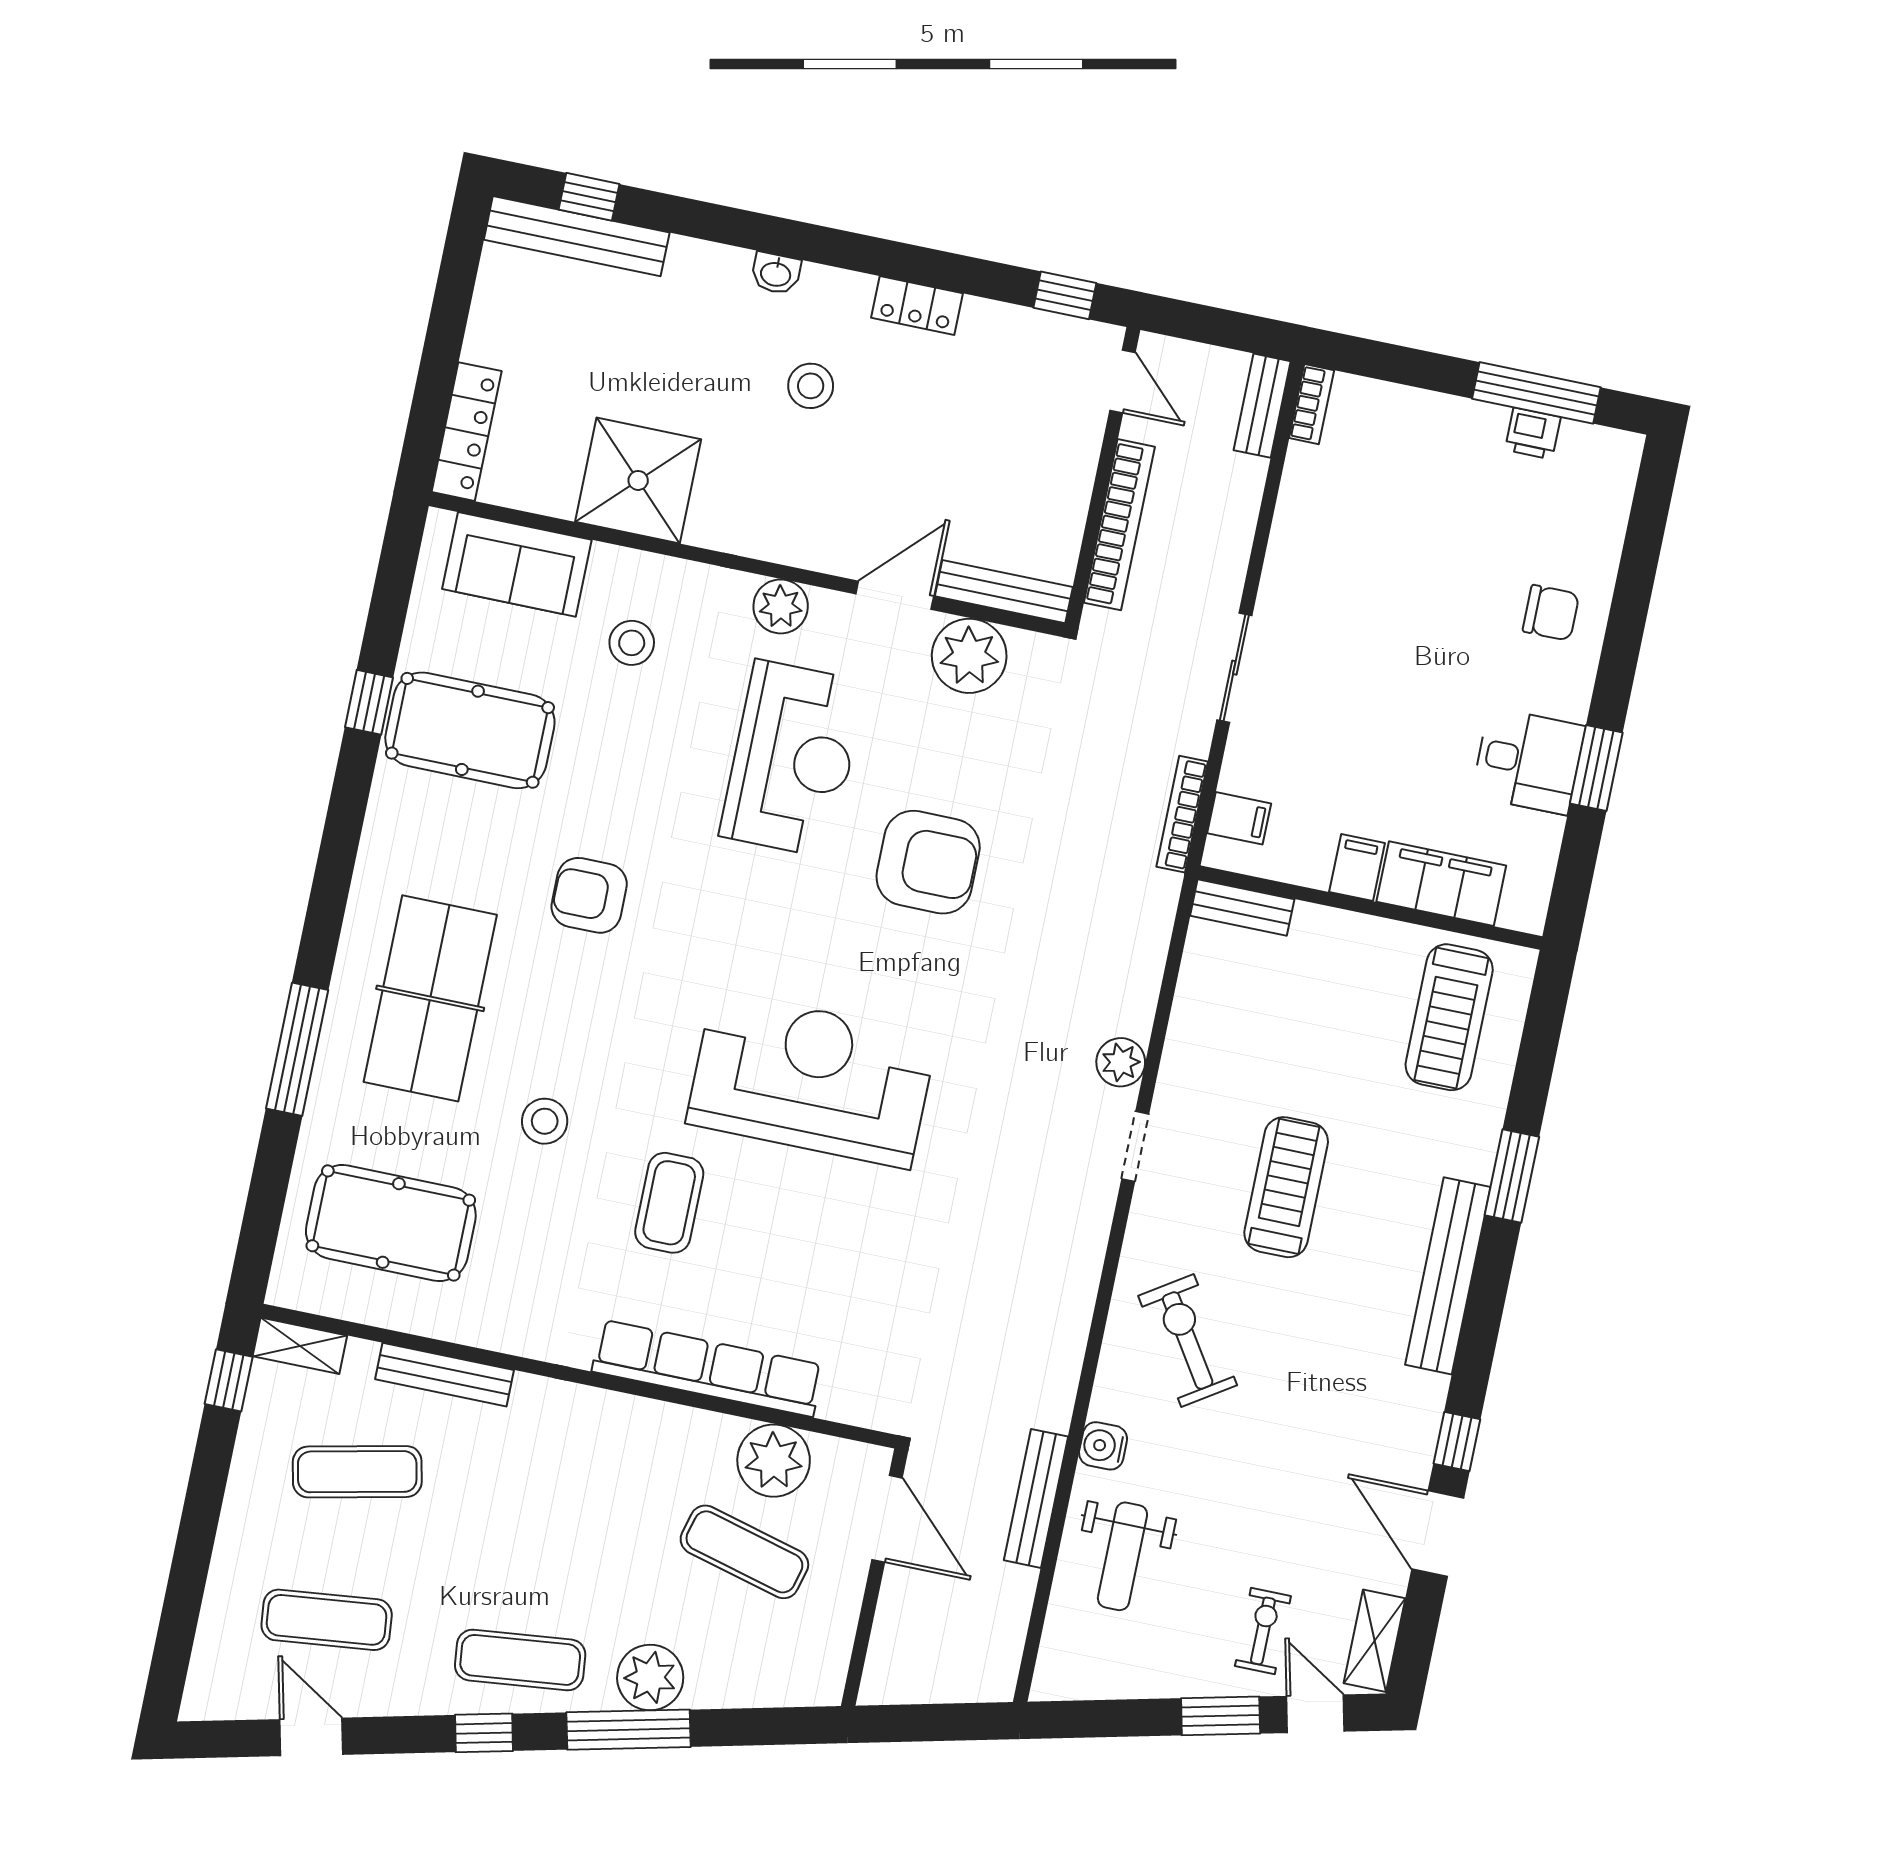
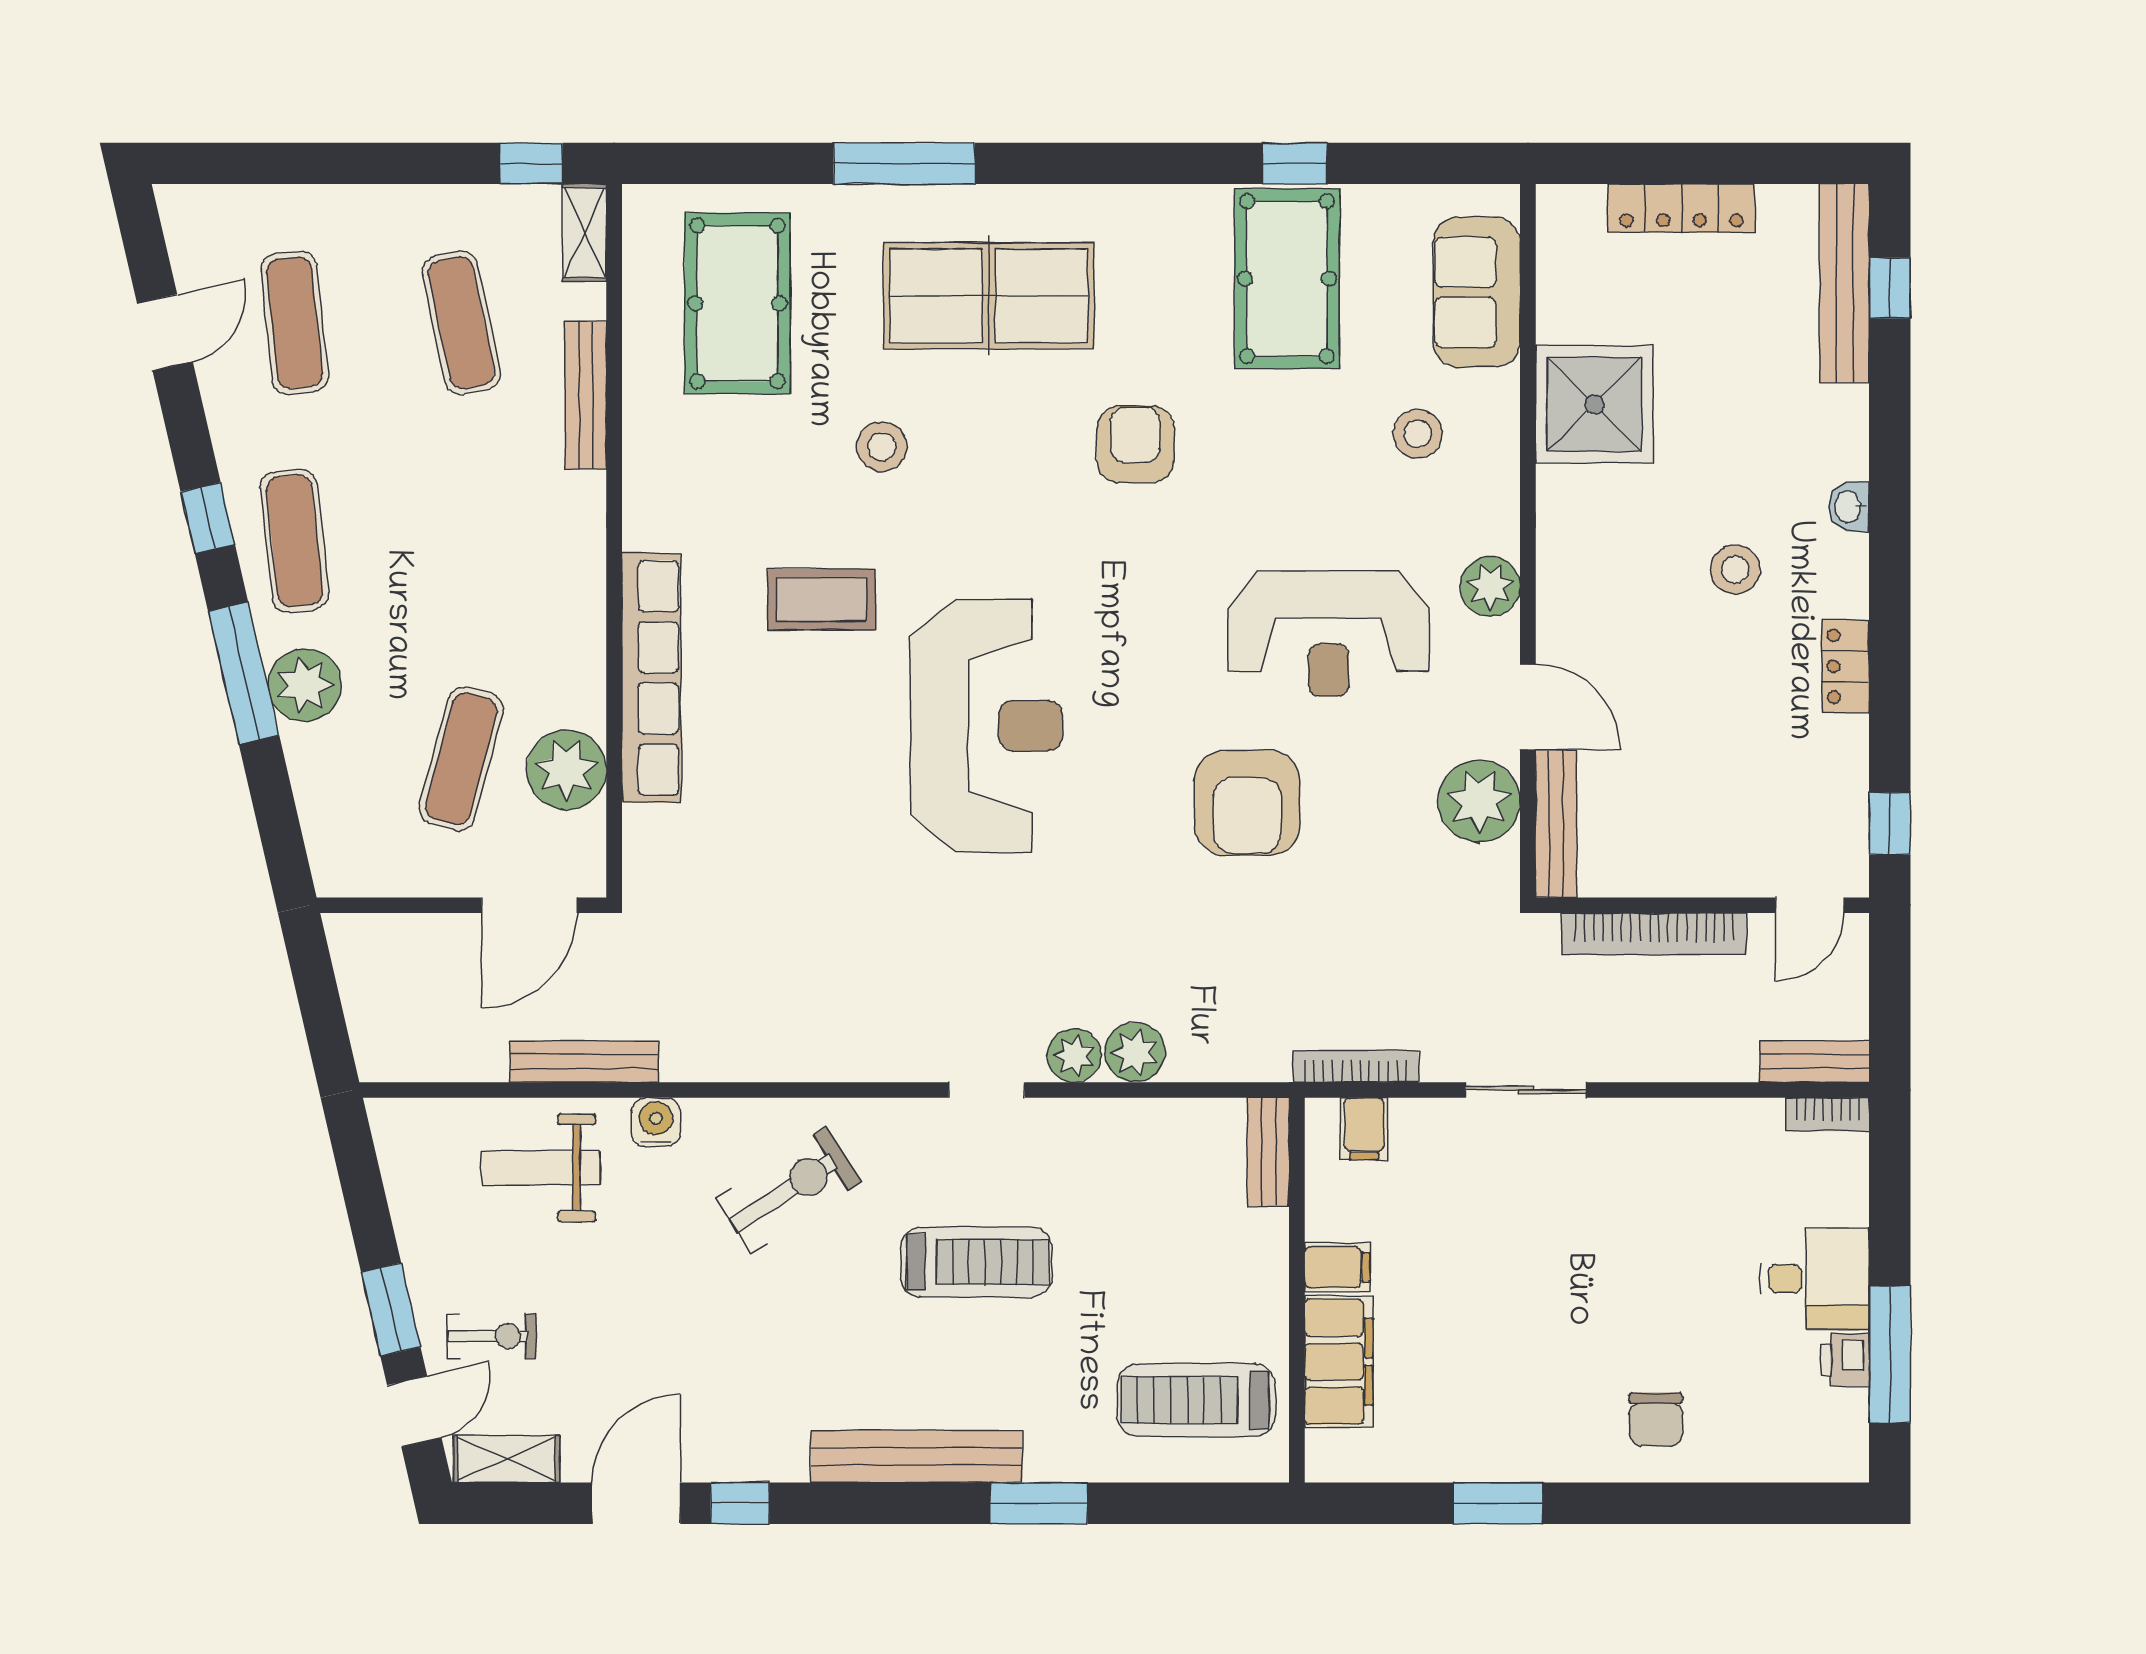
locker: (467, 432) -> (1681, 208), moved
desk: (1528, 761) -> (1815, 1279), moved, turned -90
plant: (1129, 1008) -> (1135, 1052), added

